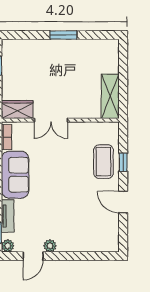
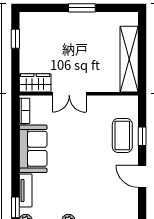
shelving: (110, 96) -> (129, 59), width x1.47

